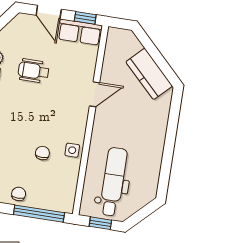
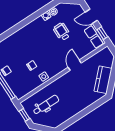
door: (49, 12) -> (91, 16), hinge flipped
door: (95, 94) -> (75, 65), swing flipped
dental chair: (113, 182) -> (46, 105), width x0.73, depth x0.72

